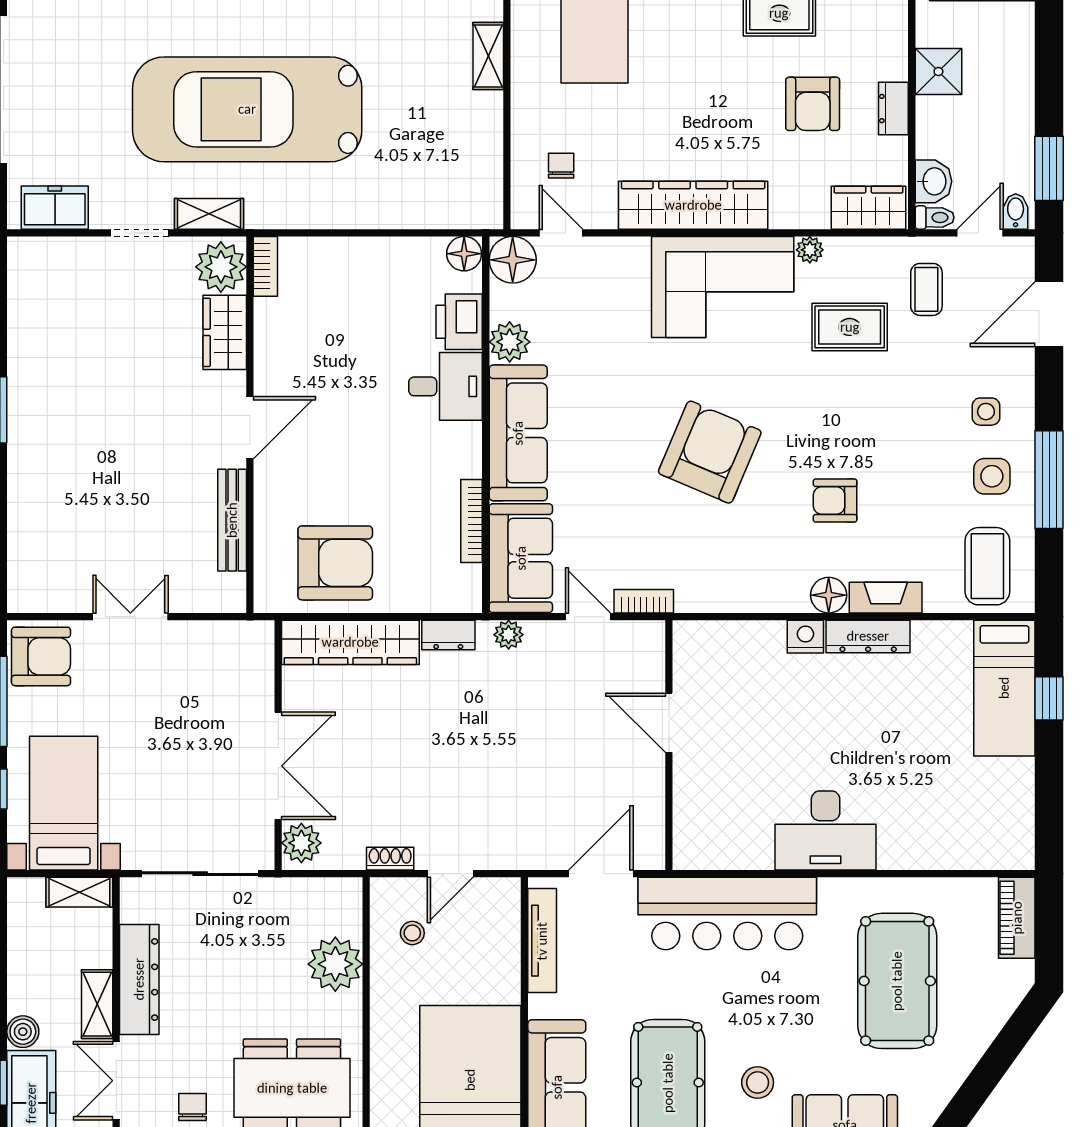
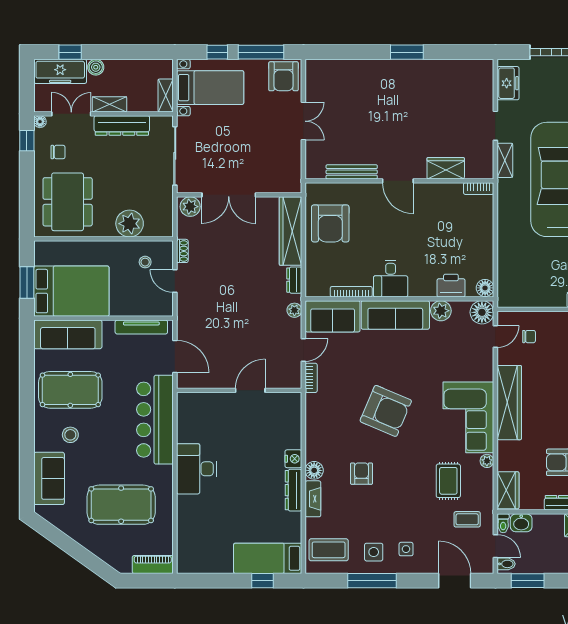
plant: (221, 267) -> (478, 166), removed
desk: (446, 386) -> (391, 279), moved

